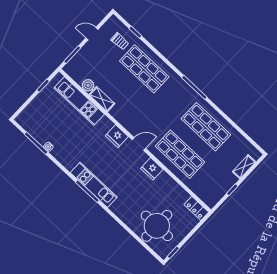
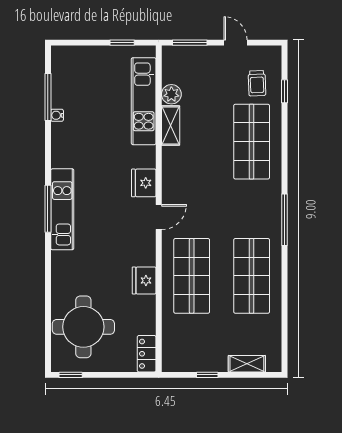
door: (139, 144) -> (159, 217), hinge flipped
fridge: (152, 169) -> (144, 281), moved

